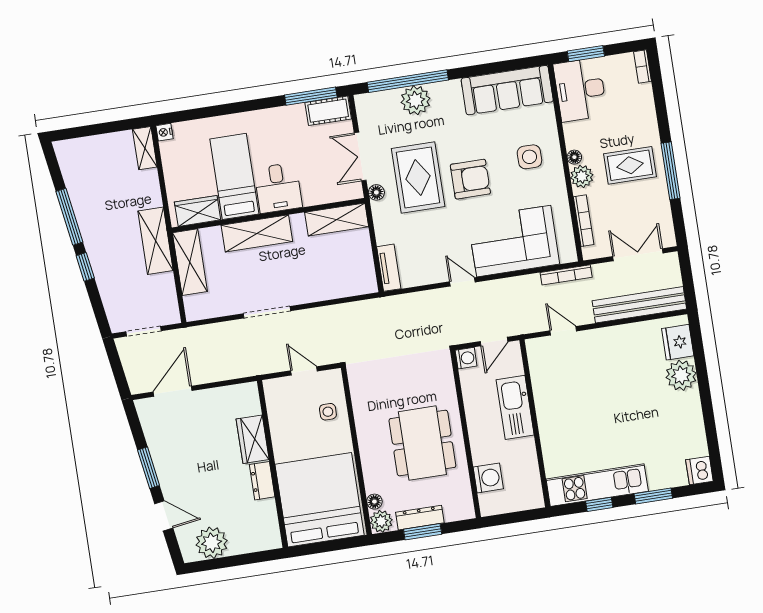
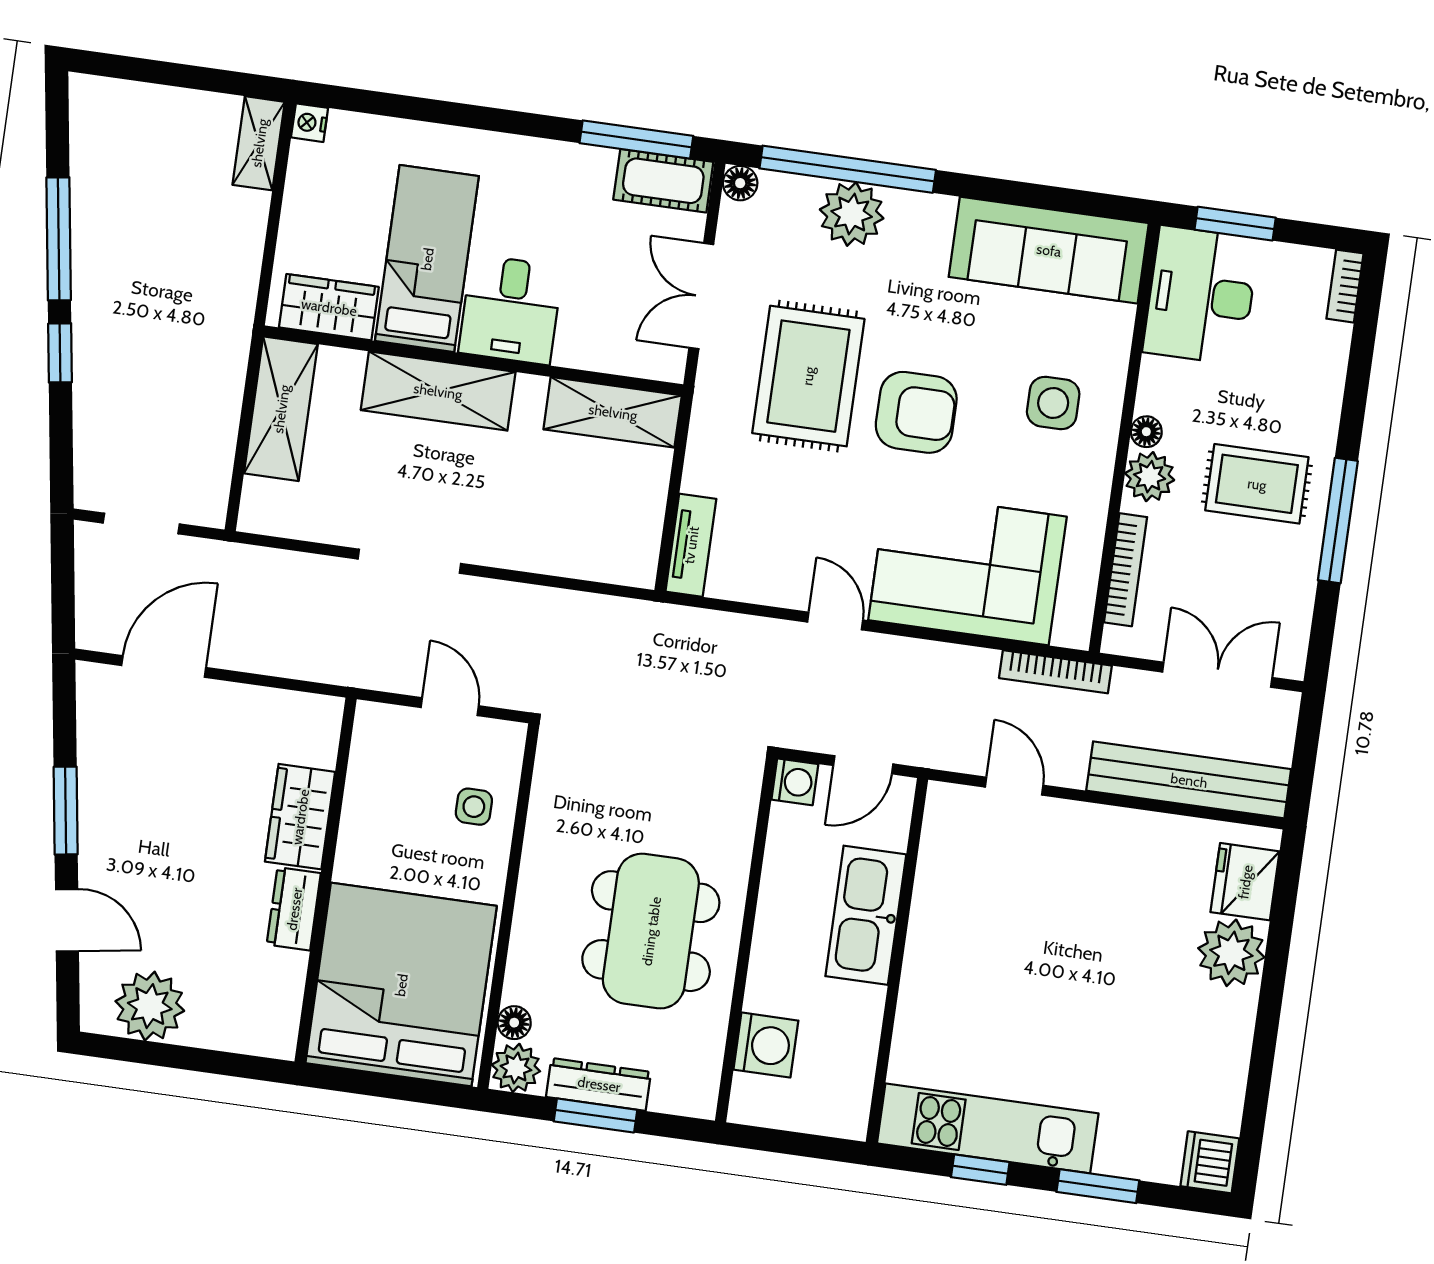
floor lamp: (376, 192) -> (740, 183), moved
shelving: (155, 241) -> (223, 343), removed

